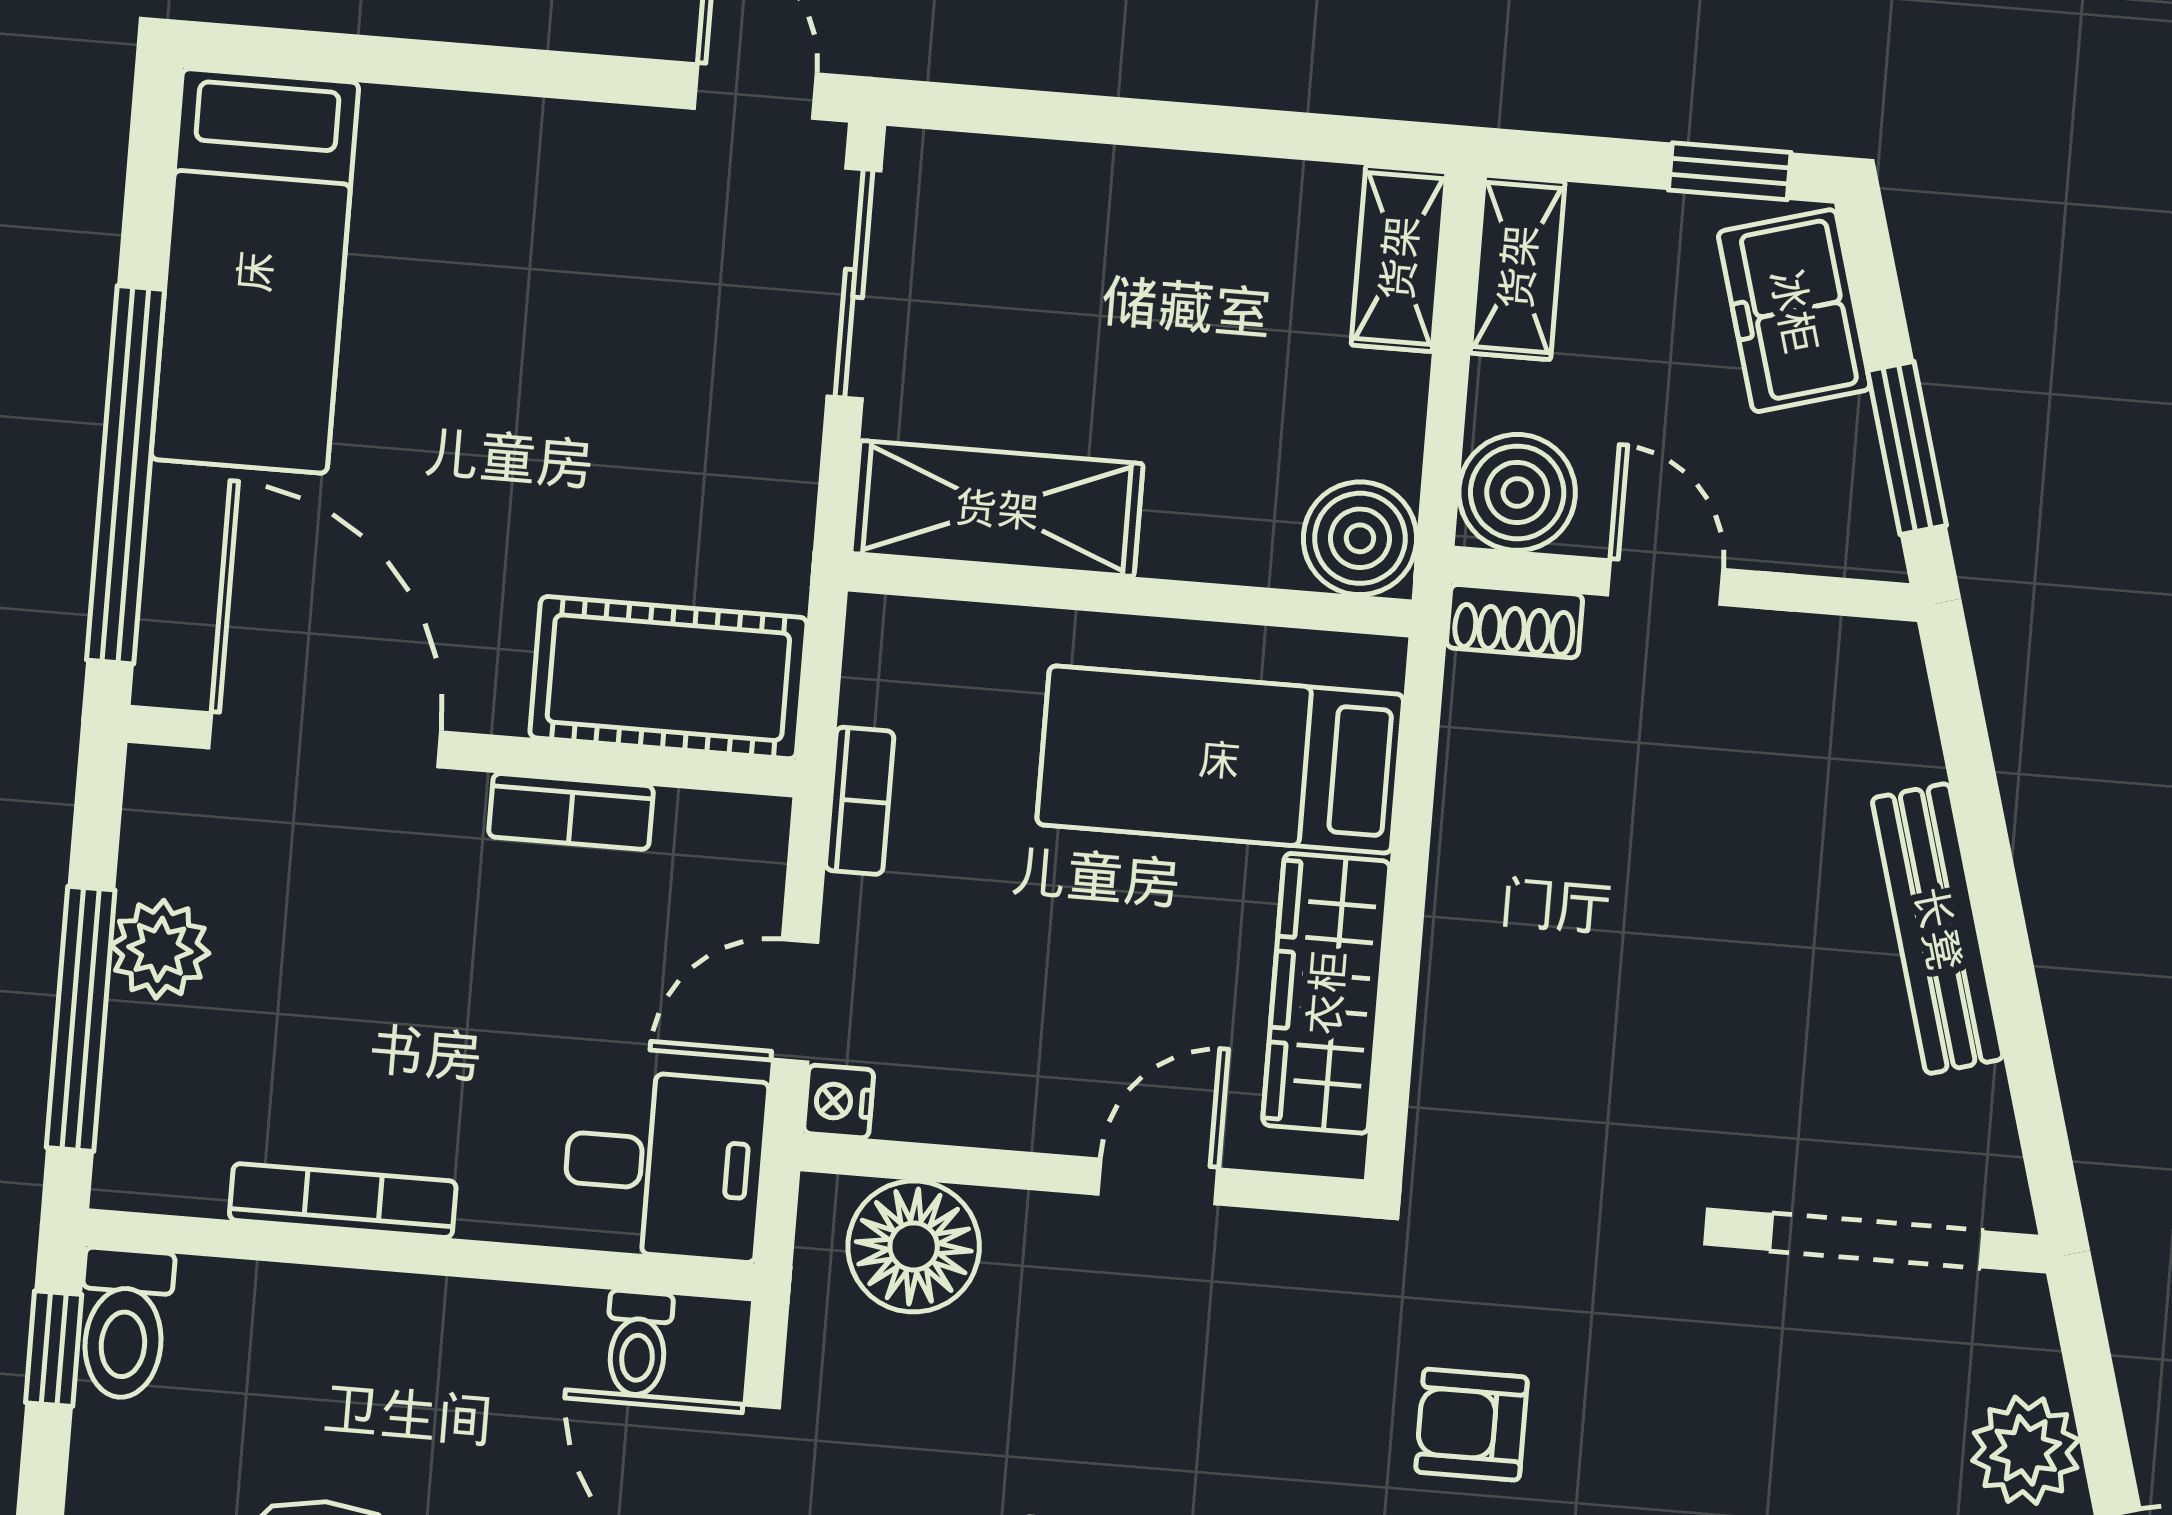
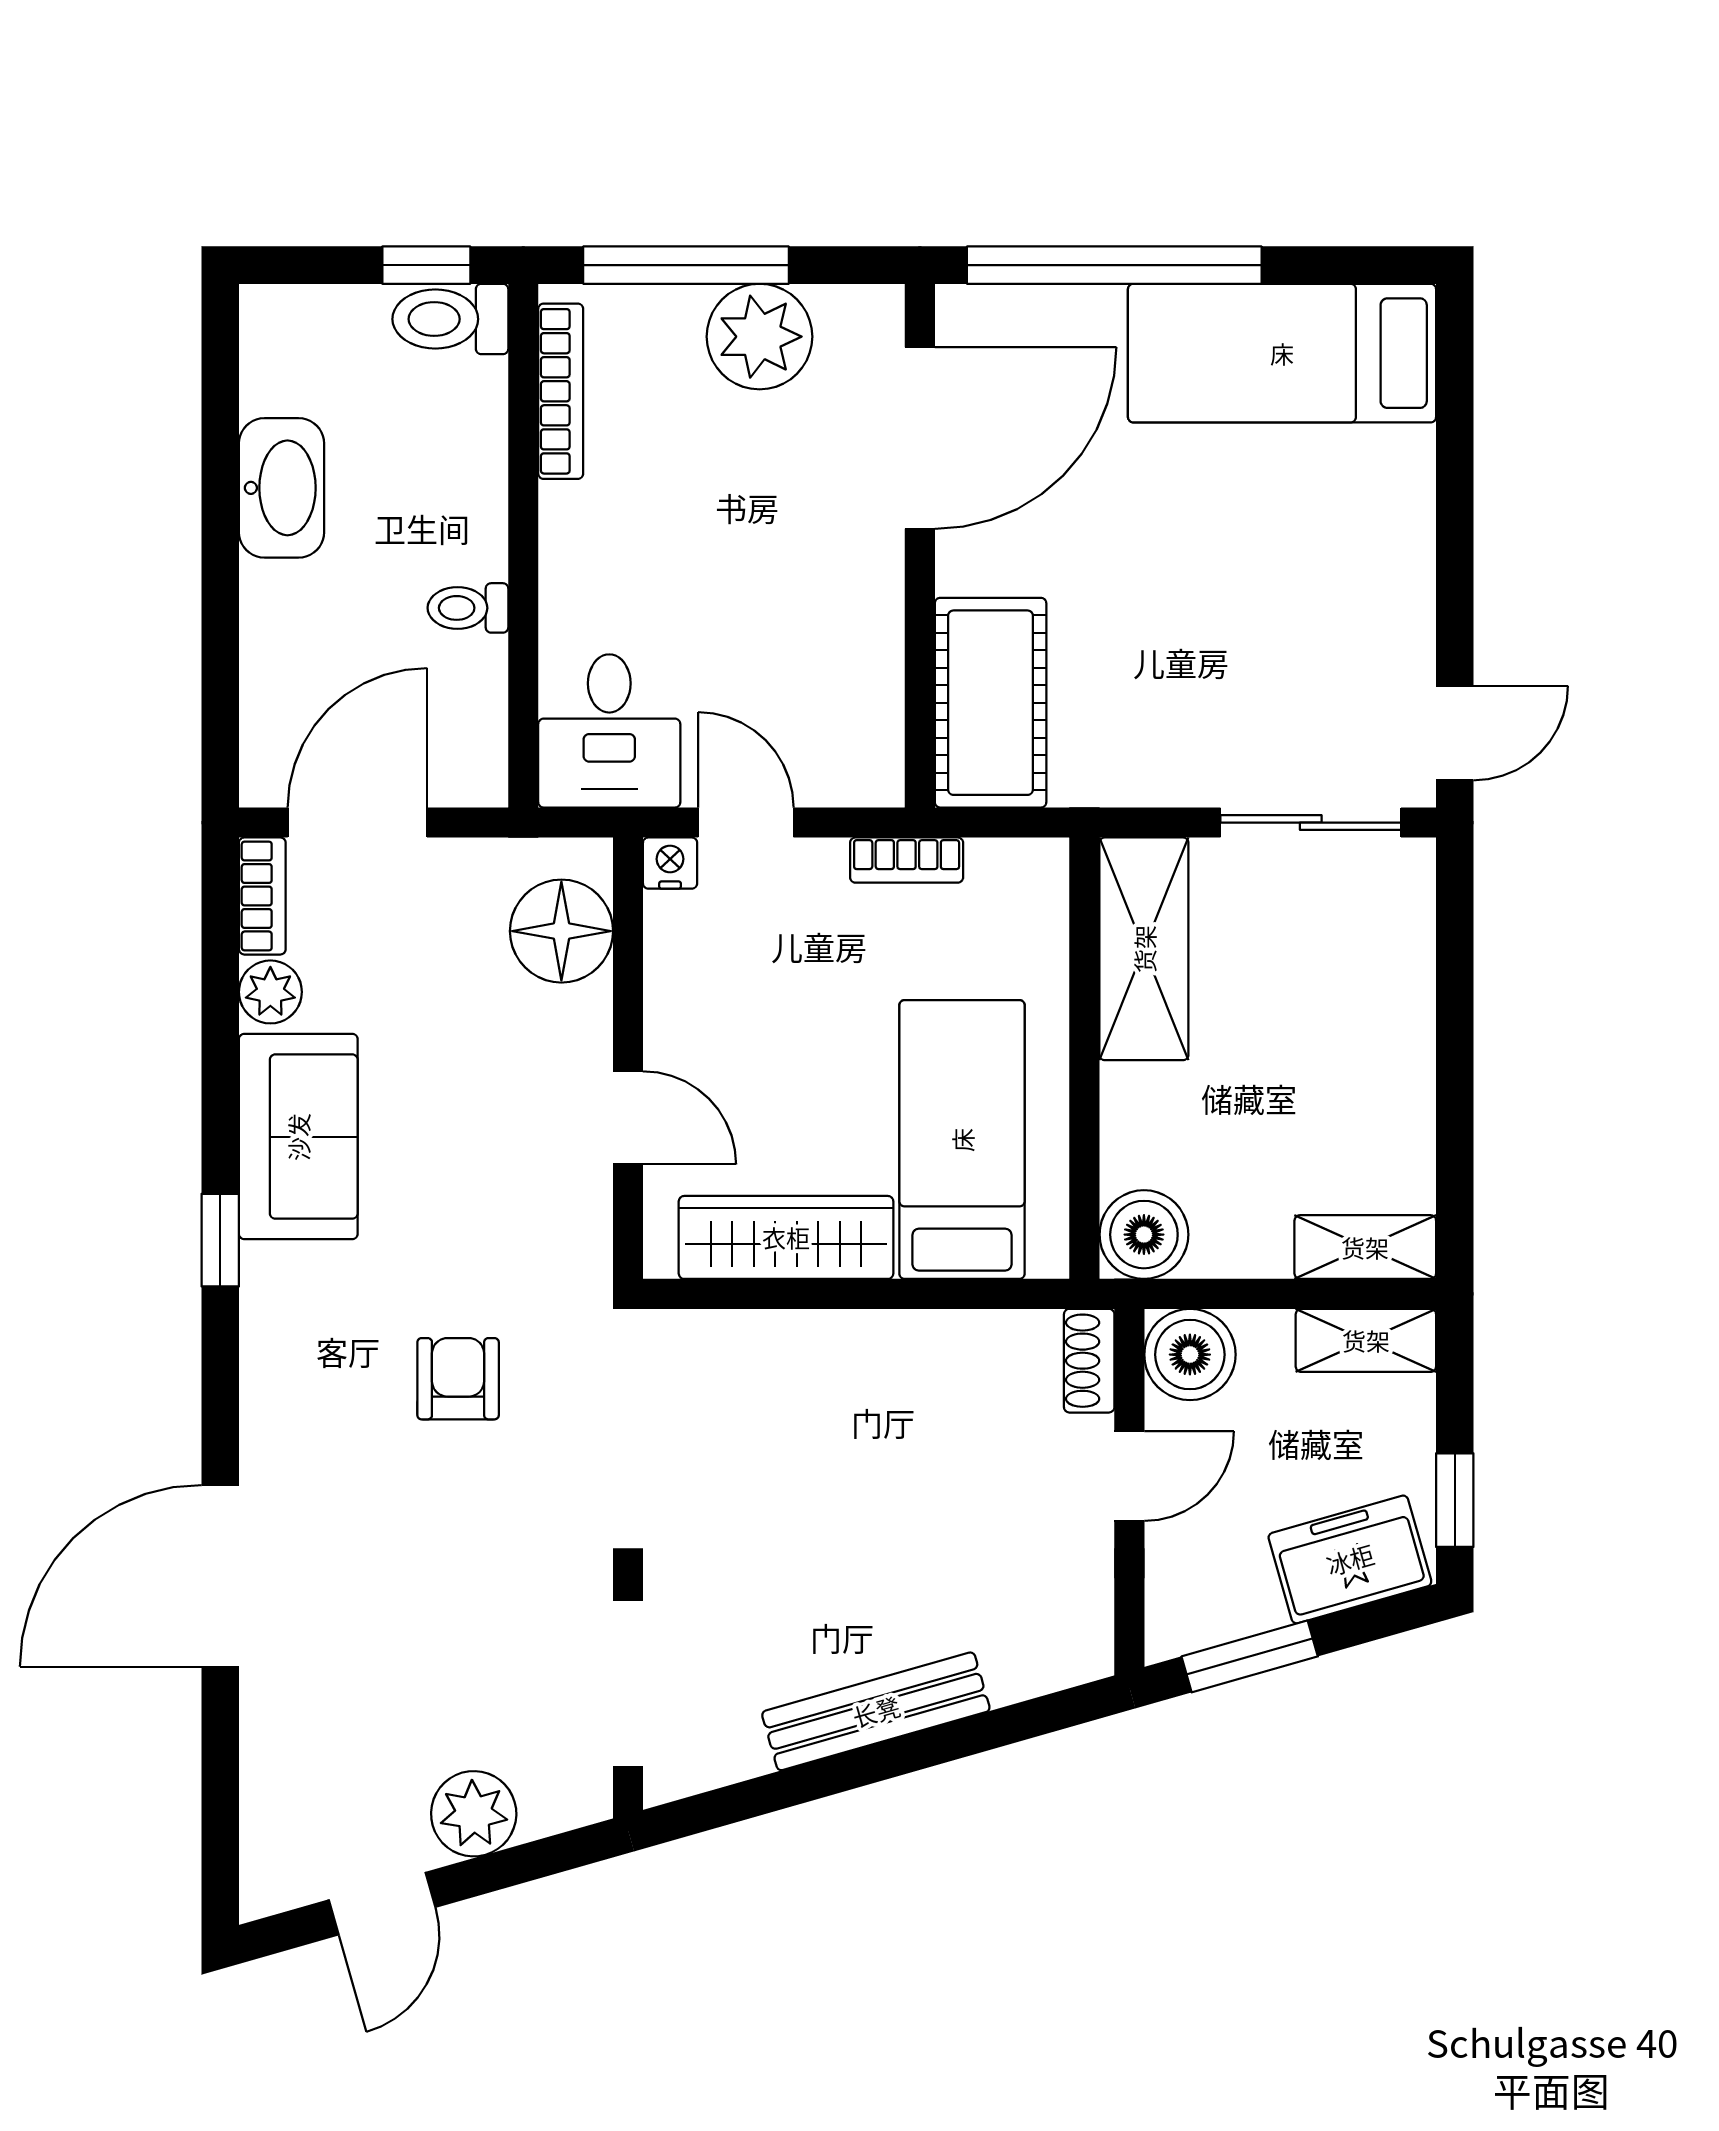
bookcase: (571, 811) -> (880, 635), removed
plant: (160, 949) -> (760, 337), width x1.36, depth x1.36
bookcase: (343, 1201) -> (561, 391), moved
toilet: (638, 1343) -> (468, 608), moved

